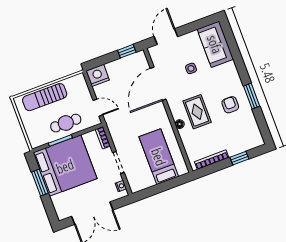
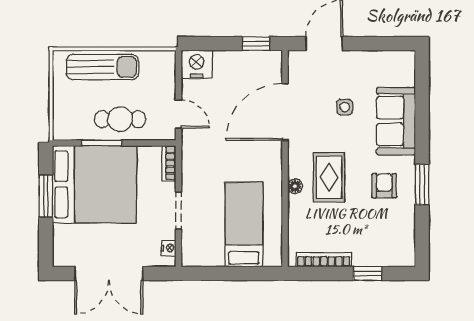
sofa: (215, 44) -> (396, 121), moved
sun lounger: (45, 97) -> (102, 67), turned 180

